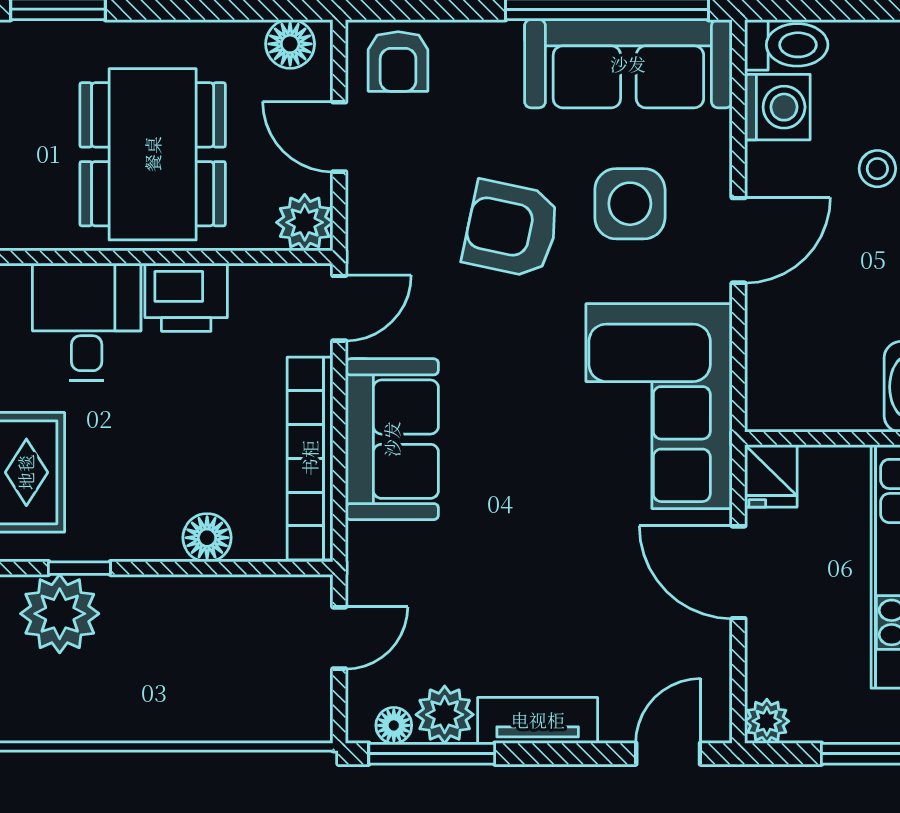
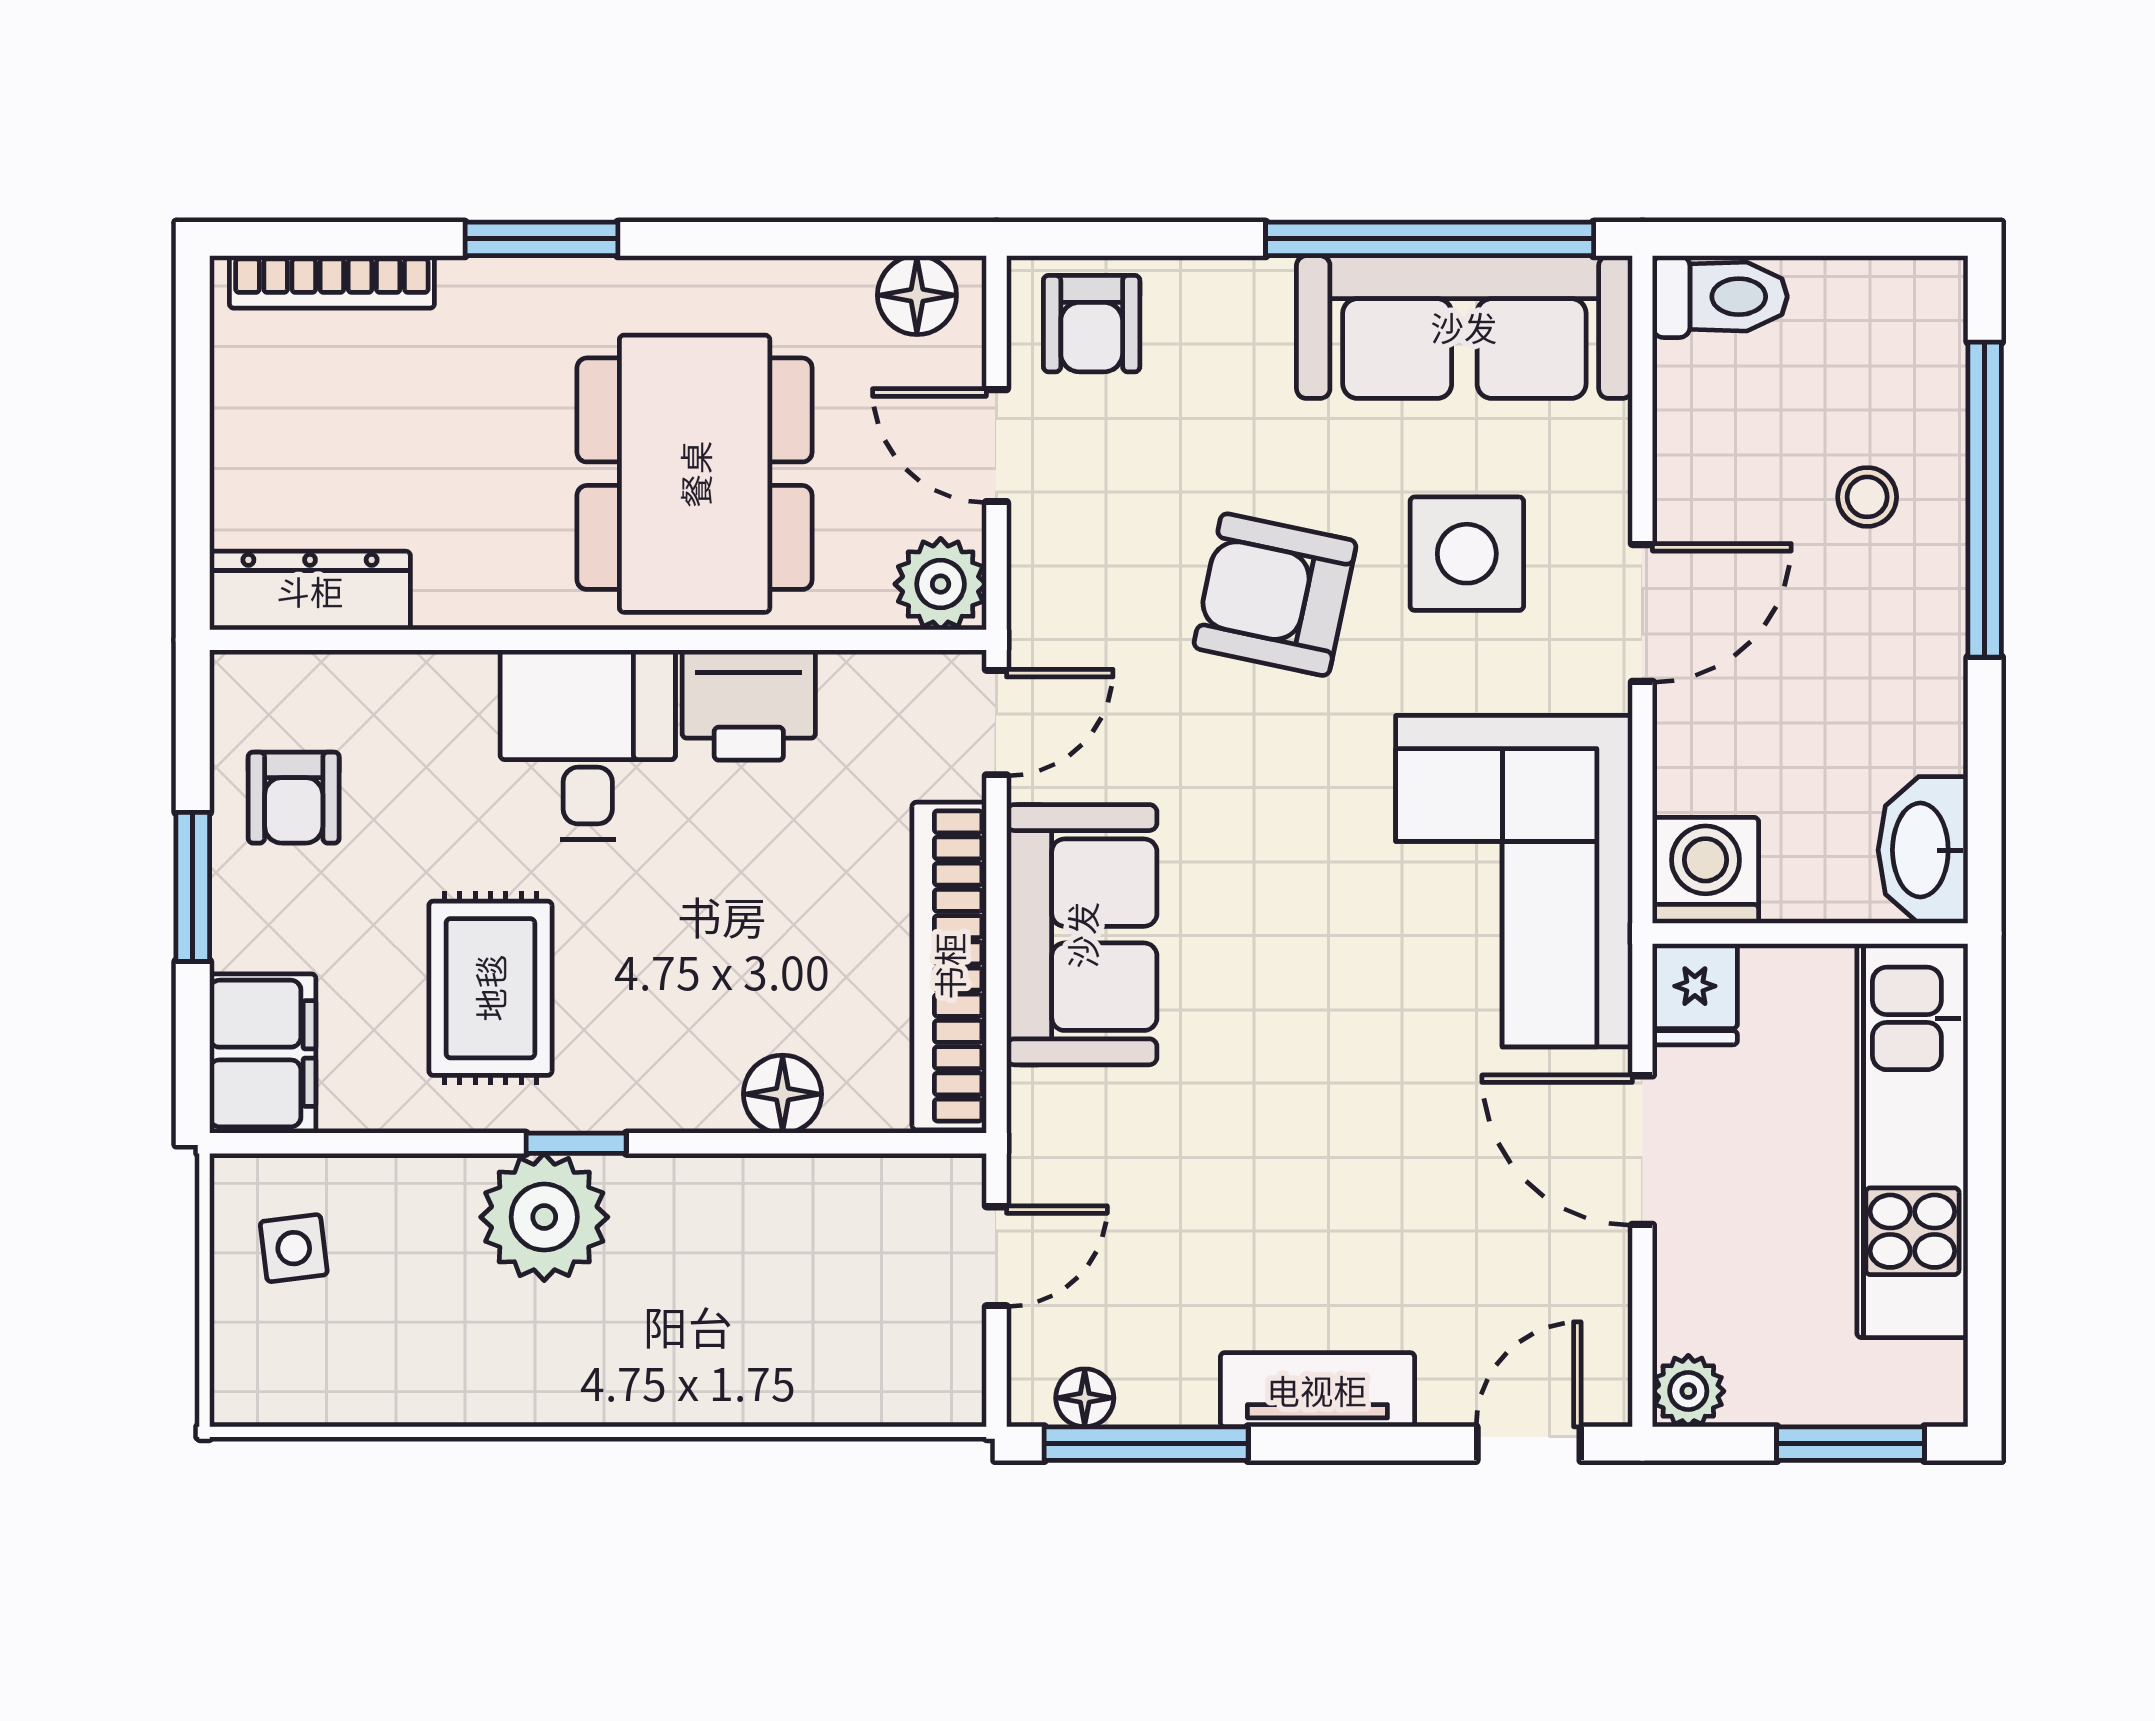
washing machine: (777, 107) -> (1706, 870), moved, turned -90
plant: (445, 715) -> (1167, 1380), removed

